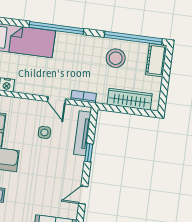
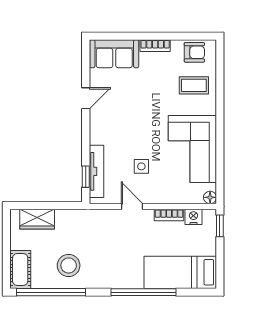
bookcase: (84, 97) -> (169, 215), moved
wardrobe: (130, 99) -> (37, 219), width x0.67
window: (89, 153) -> (86, 177), moved

